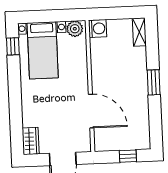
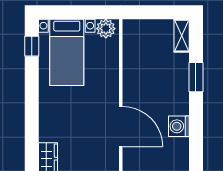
washing machine: (98, 28) -> (179, 126), moved, turned 180
window: (154, 82) -> (196, 77), moved

